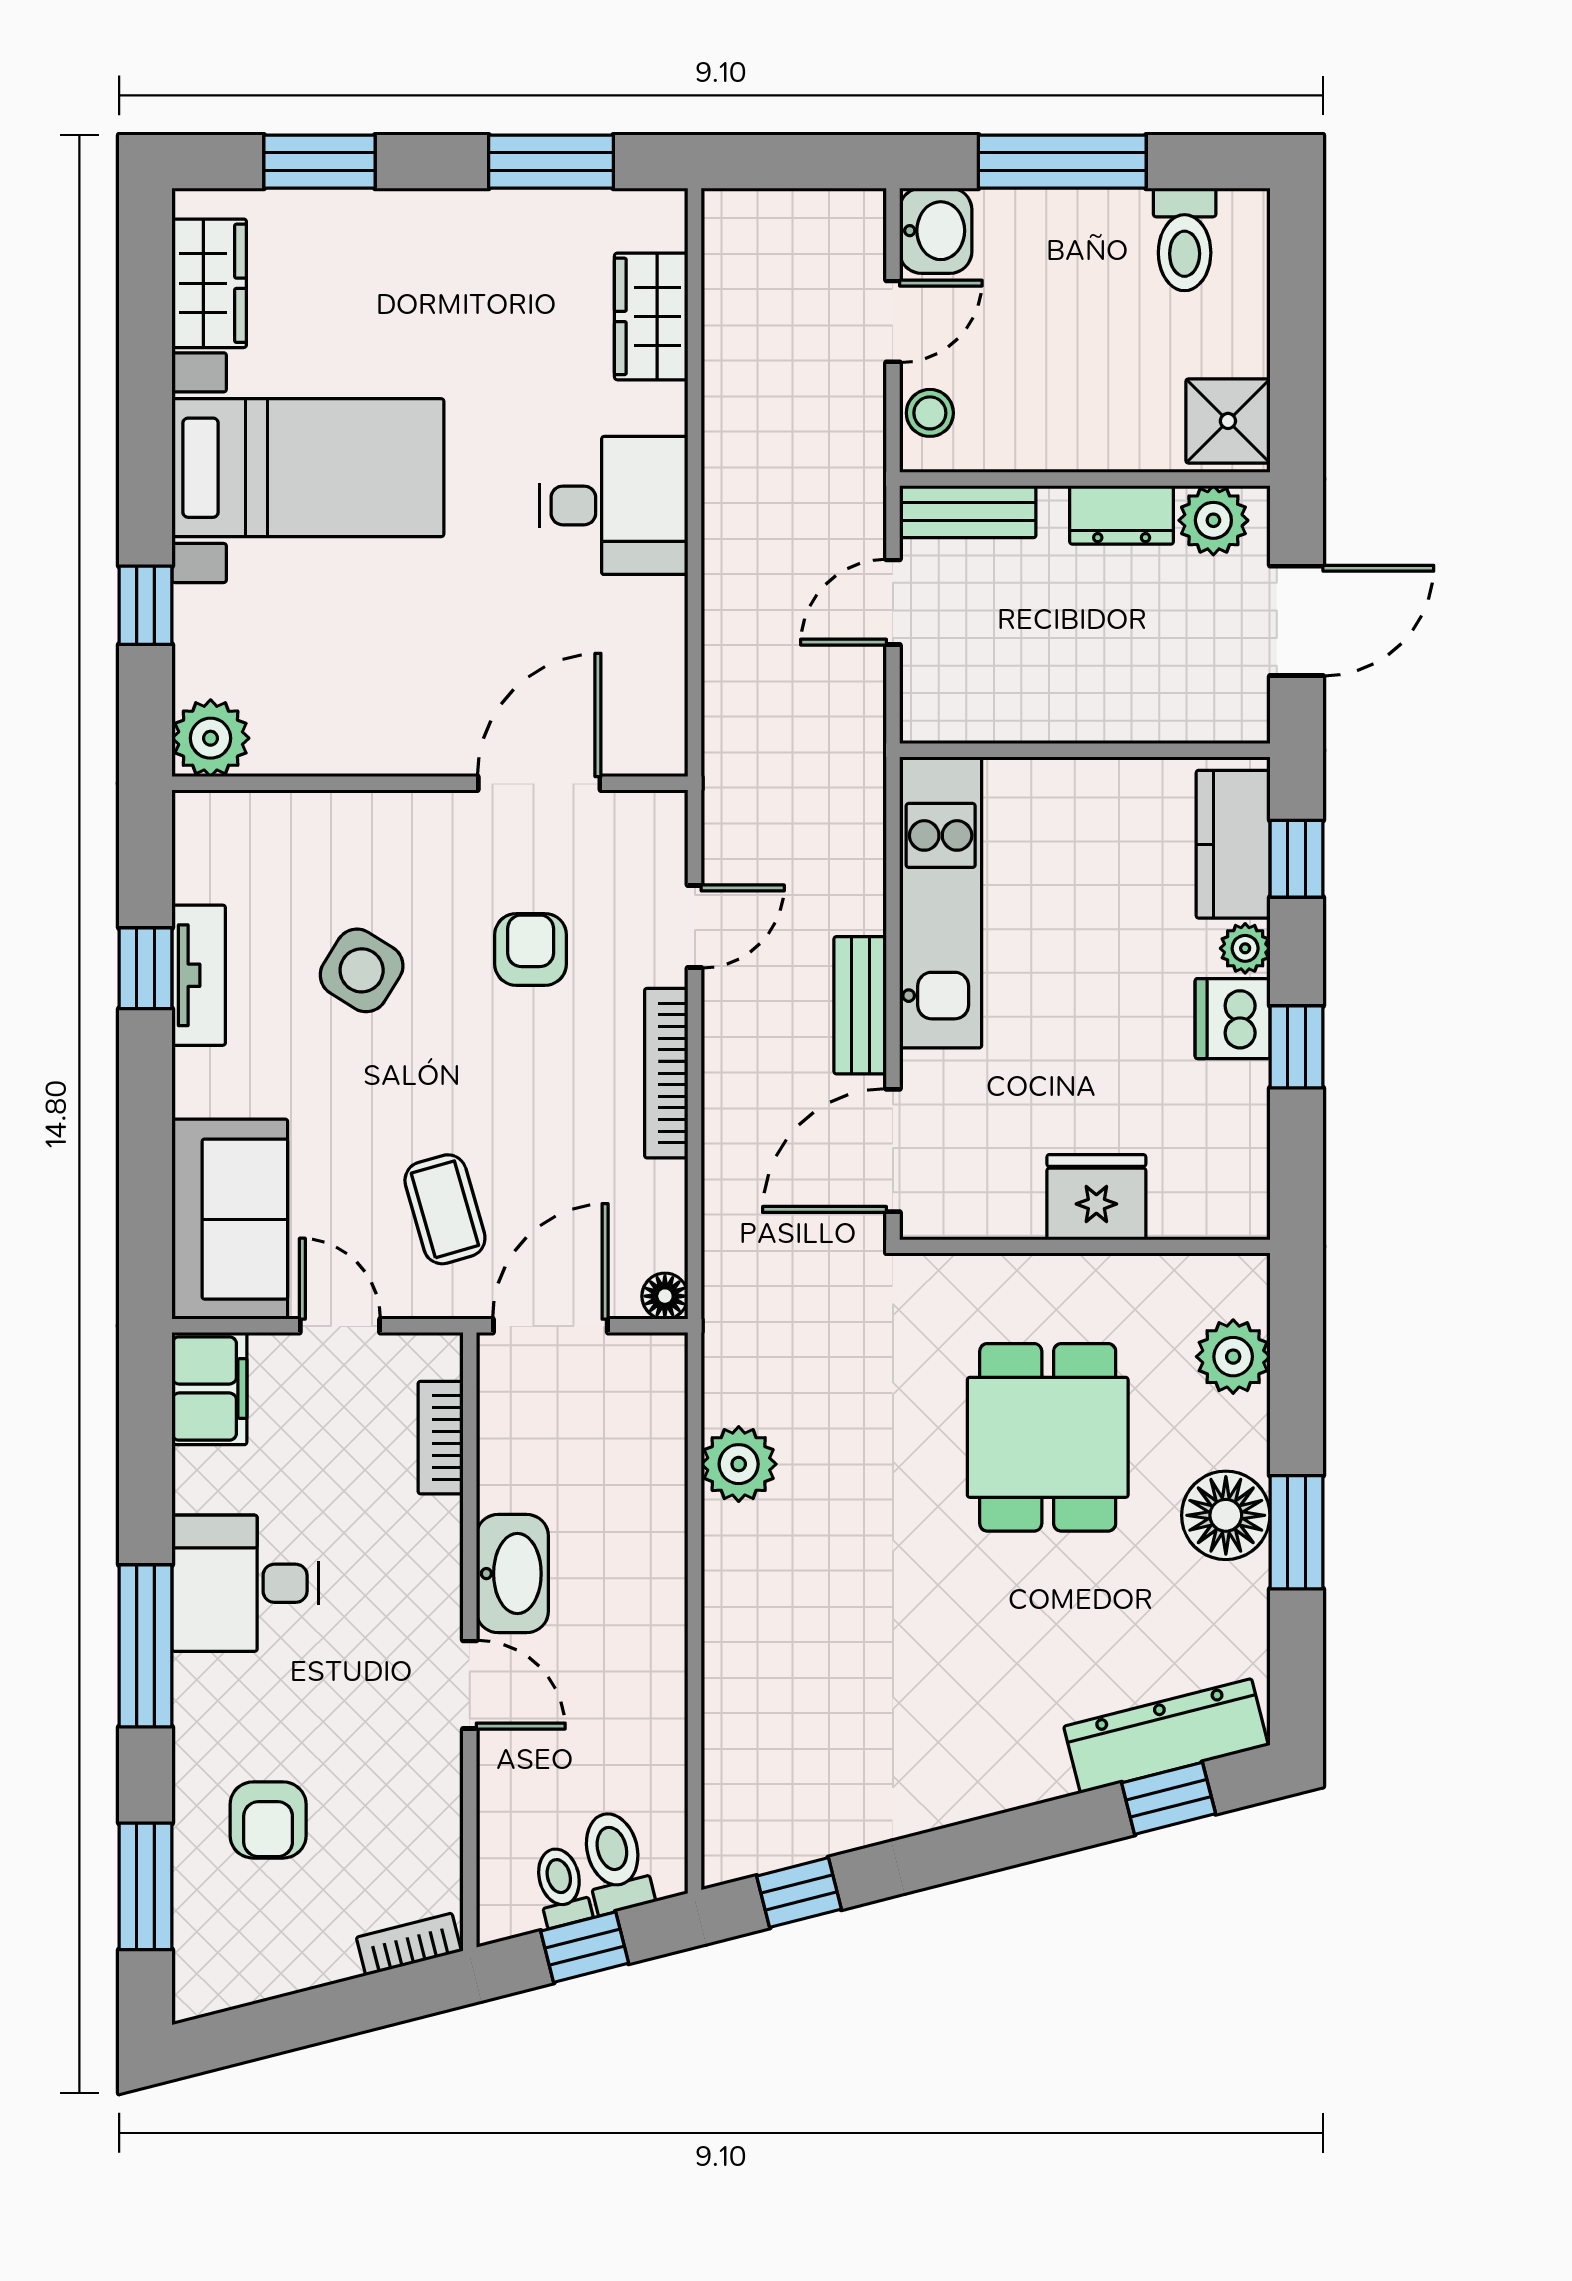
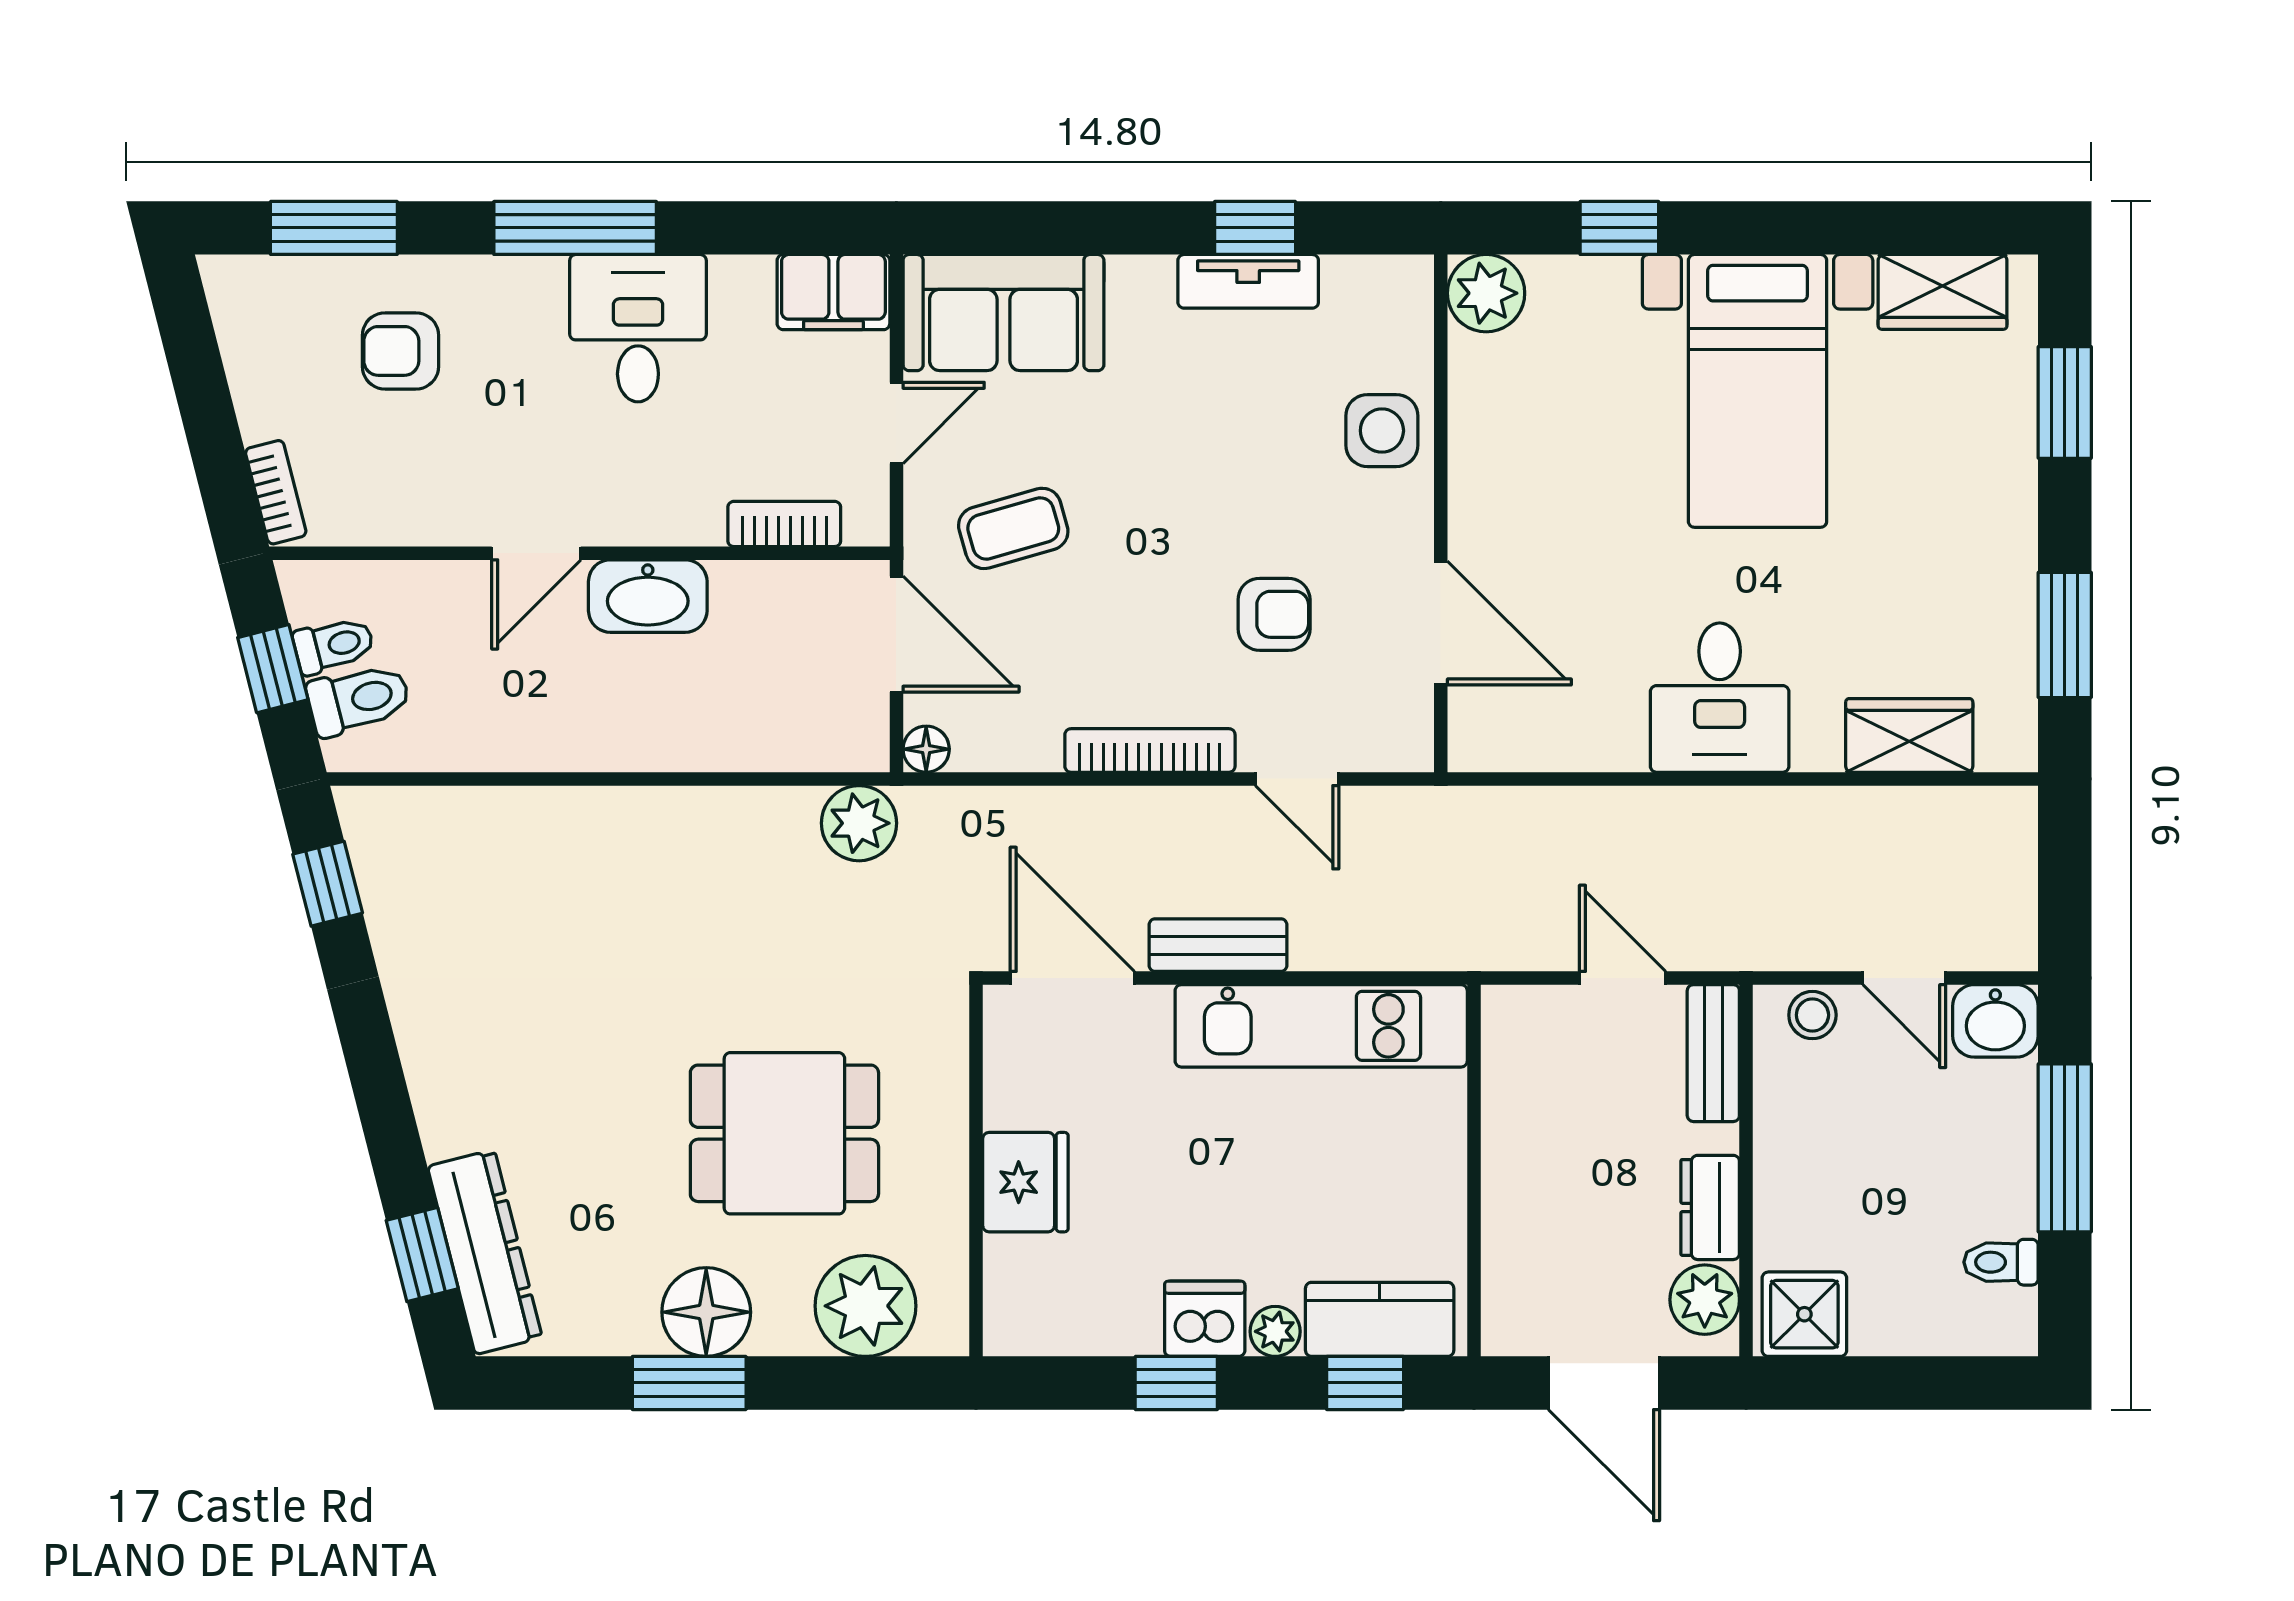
toilet: (1185, 239) -> (2001, 1262), width x0.73, depth x0.72
side table: (362, 970) -> (1382, 431), moved, turned -32
plant: (1233, 1357) -> (865, 1306), width x1.36, depth x1.36
plant: (739, 1464) -> (859, 823), moved

